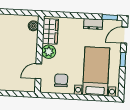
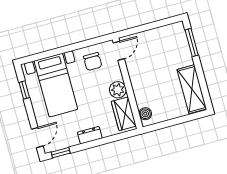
dresser: (93, 24) -> (90, 135), moved
window: (123, 60) -> (24, 90), moved
door: (38, 71) -> (119, 51), moved

